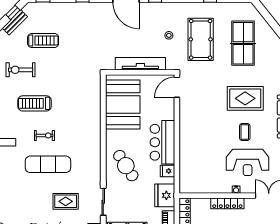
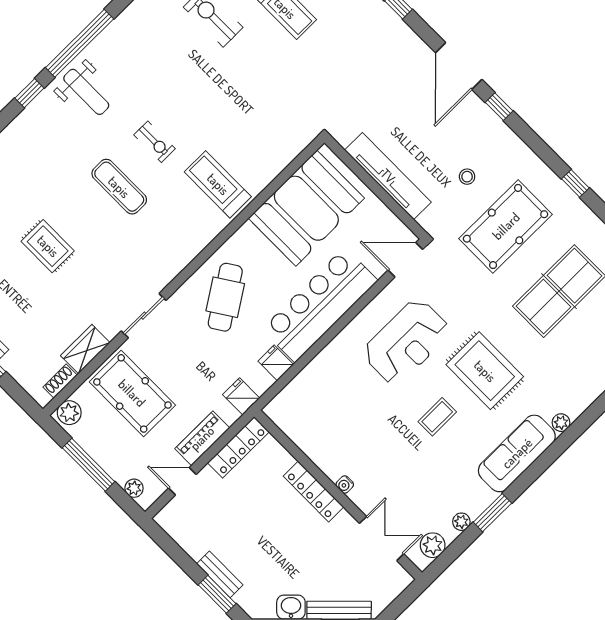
treadmill: (35, 103) -> (218, 184), moved
bar counter: (162, 142) -> (320, 305), width x1.36
reception desk: (248, 162) -> (406, 342), moved, turned -90
exercise mat: (48, 164) -> (119, 187), width x0.73, depth x0.69
fridge: (165, 195) -> (241, 396), width x0.53, depth x0.75
rug: (66, 201) -> (48, 246), moved

